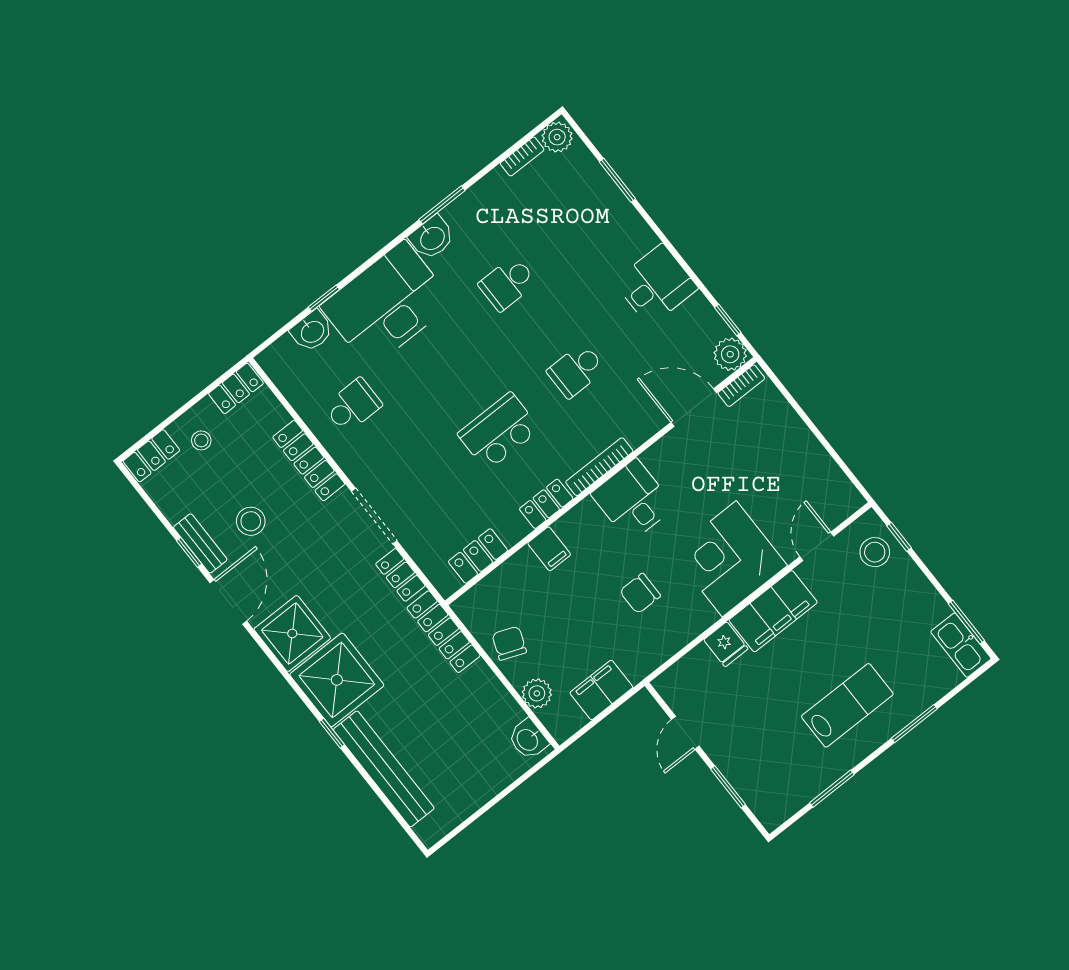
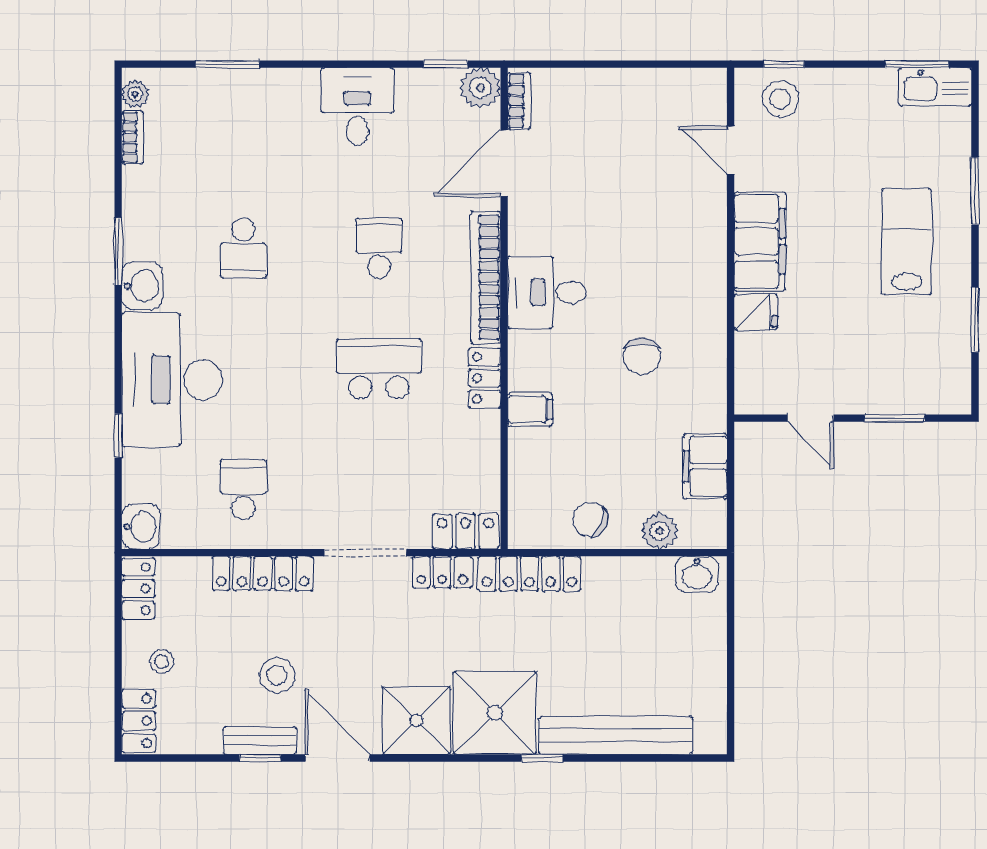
plant: (557, 137) -> (135, 94), width x0.73, depth x0.73
washbasin: (312, 331) -> (141, 527), moved
school desk: (576, 370) -> (379, 248), turned 180
school desk: (499, 431) -> (379, 369), turned 90
bookcase: (599, 467) -> (486, 277), width x1.48, depth x1.31
locker: (478, 556) -> (465, 531), moved, turned 90
corner desk: (729, 559) -> (676, 244), removed

